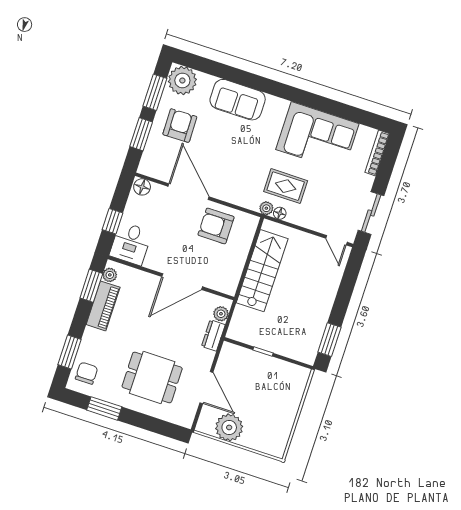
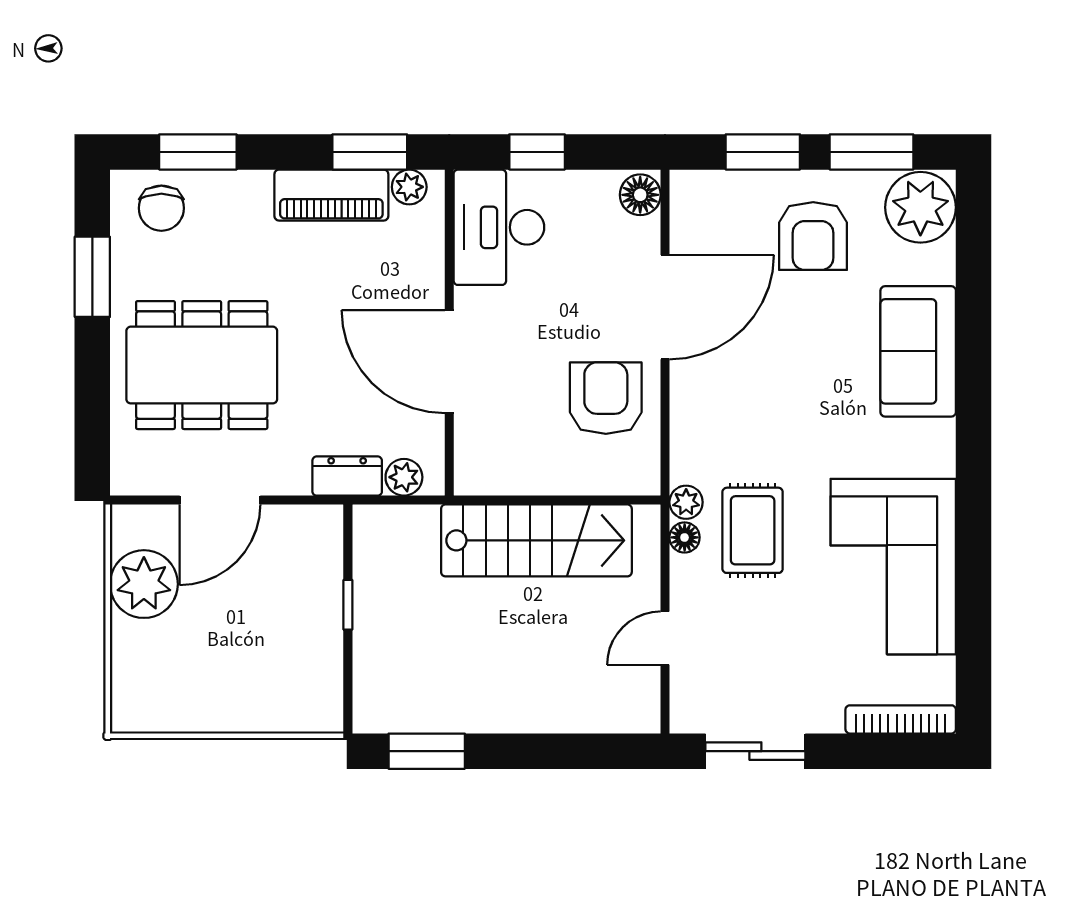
armchair: (180, 126) -> (813, 236), turned 91
door: (336, 240) -> (665, 638), moved
desk: (131, 243) -> (499, 227), width x1.37
chair: (87, 373) -> (161, 208), turned 90
dining table: (152, 377) -> (202, 365), width x1.38

